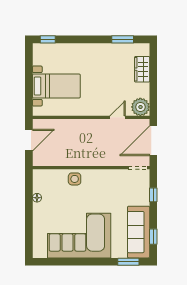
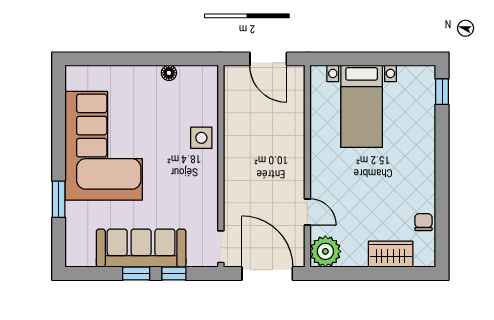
window: (123, 39) -> (442, 221), removed
chair: (123, 50) -> (423, 222), added
sofa: (139, 232) -> (141, 248), moved
window: (153, 237) -> (136, 273), moved
window: (128, 262) -> (59, 199), moved

